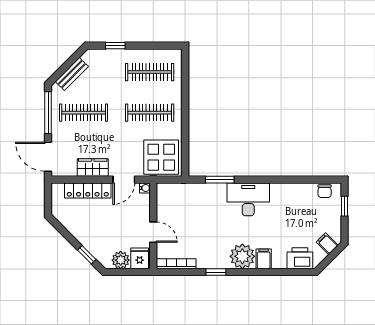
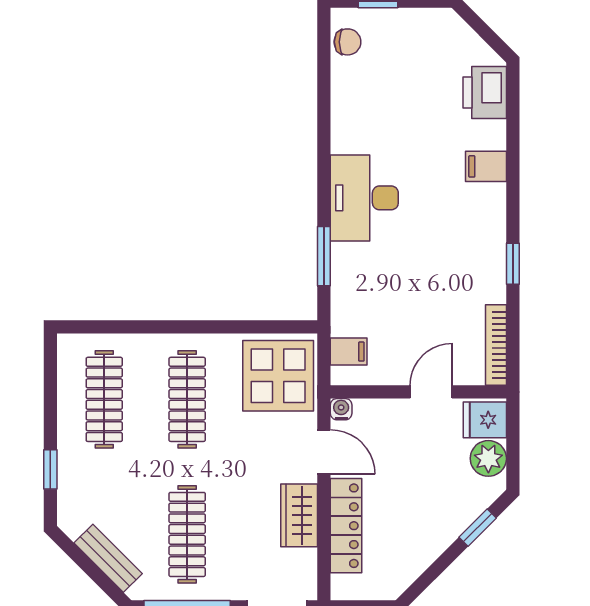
filing cabinet: (327, 244) -> (349, 352), moved, turned -135
plant: (242, 256) -> (481, 210), removed

